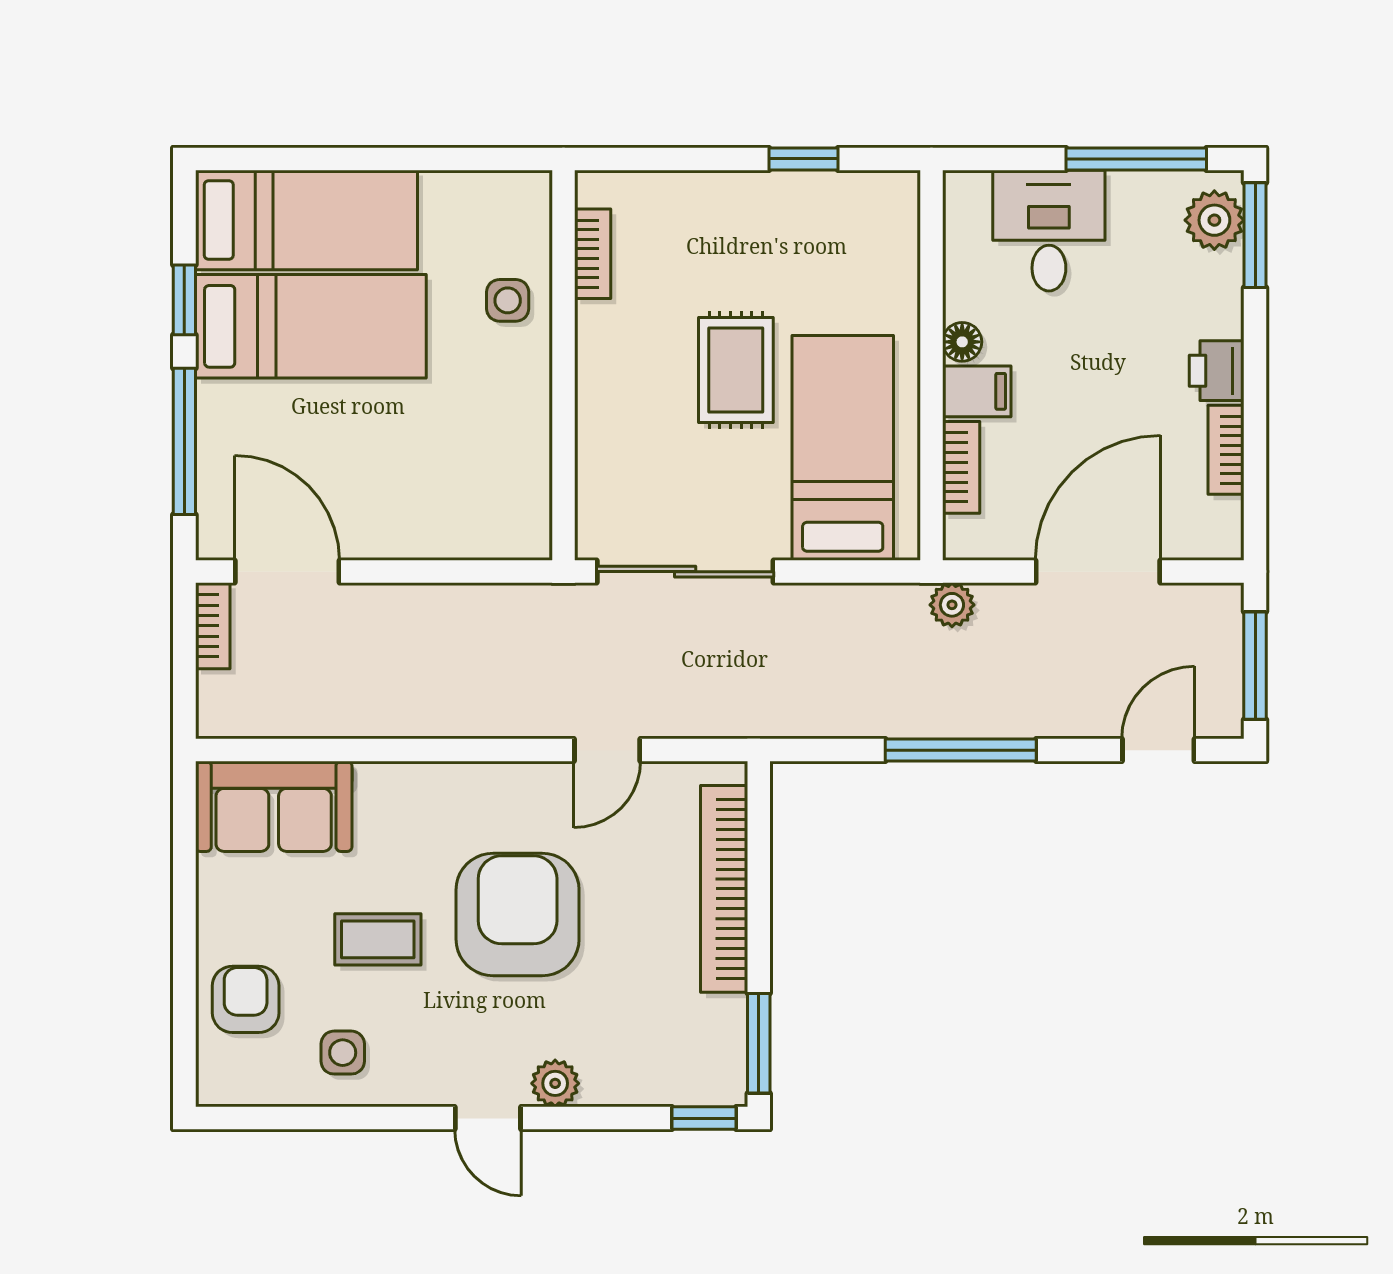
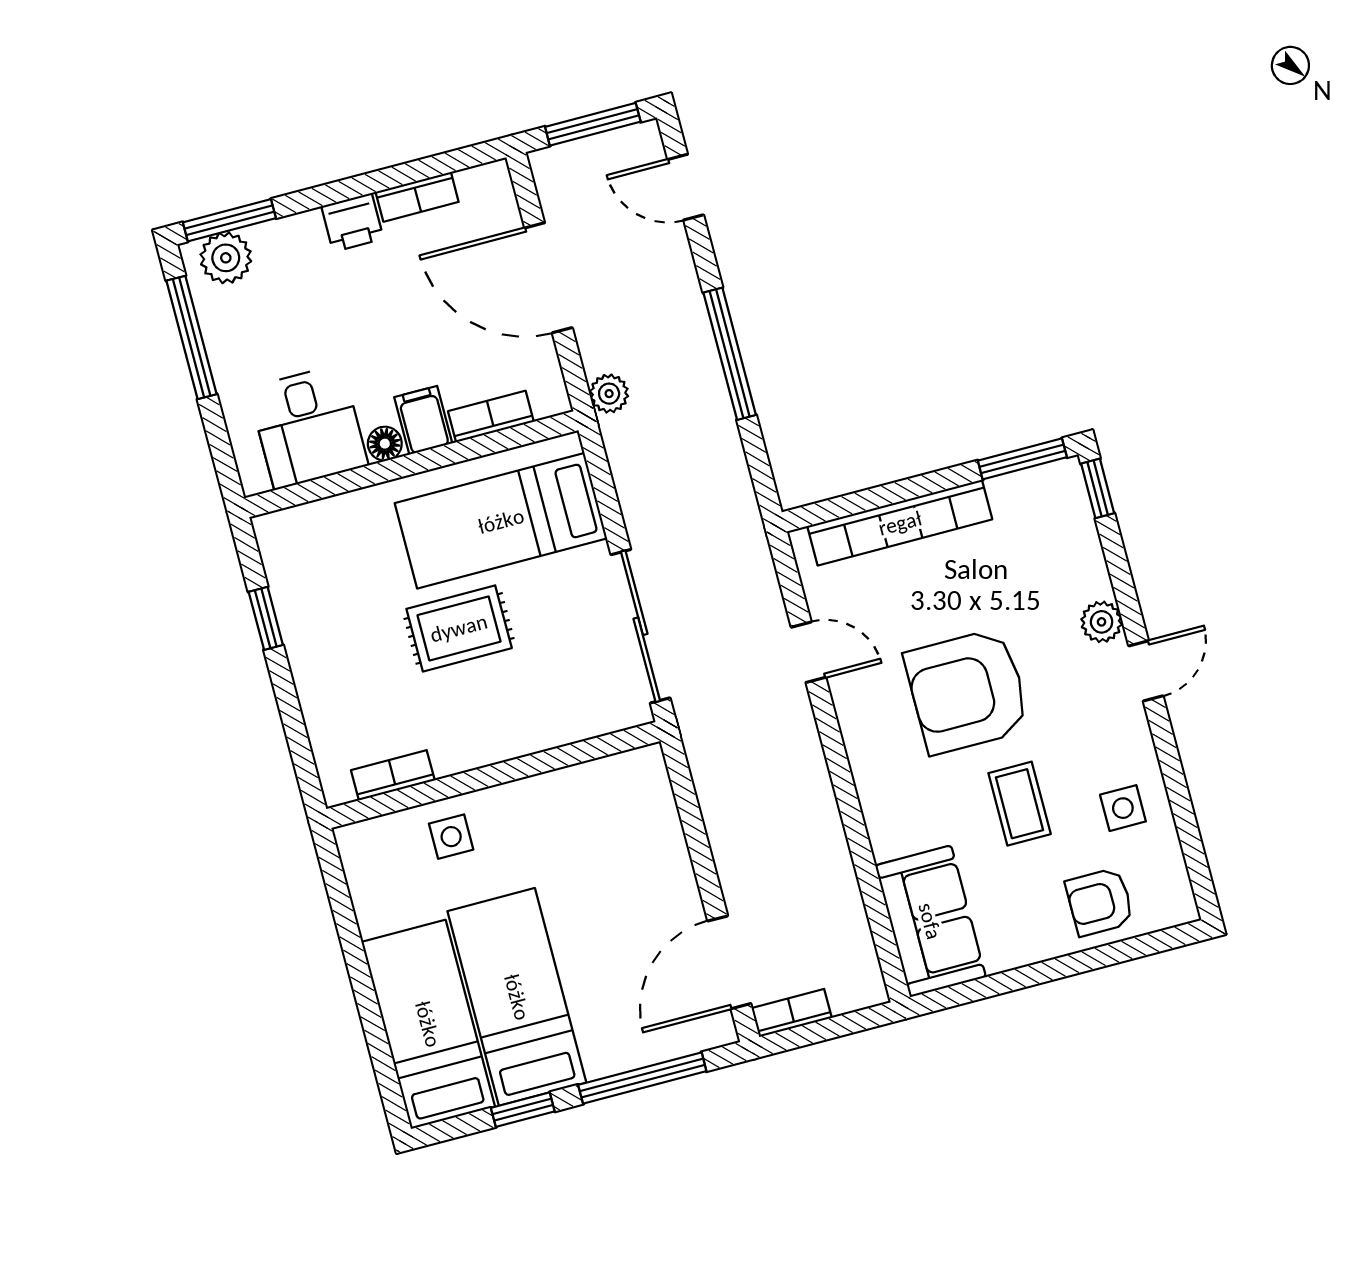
desk: (1049, 231) -> (308, 427), moved, turned -90

